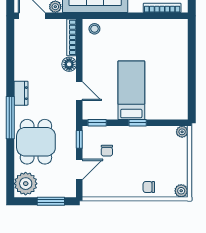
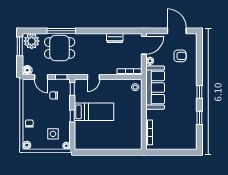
floor lamp: (69, 64) -> (27, 70), moved
dresser: (21, 93) -> (115, 38), moved
window: (10, 118) -> (61, 31), moved
side table: (164, 152) -> (53, 134), added
window: (51, 201) -> (20, 46), moved

